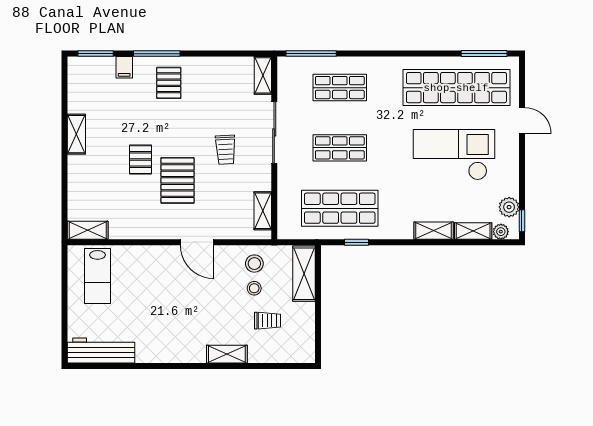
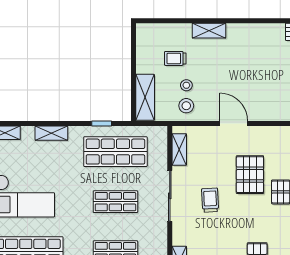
sliding door: (274, 132) -> (170, 196), moved
shelving: (434, 231) -> (51, 133), moved

